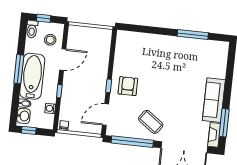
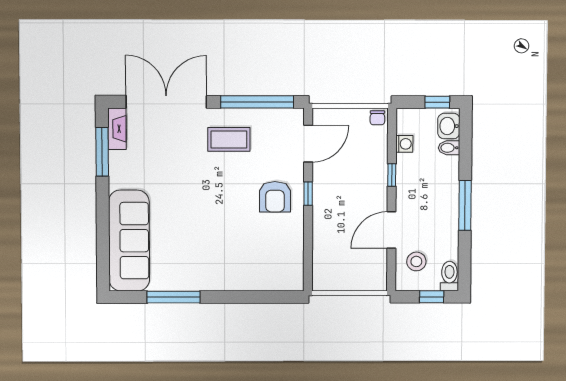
bathtub: (32, 76) -> (441, 196), removed
sofa: (214, 100) -> (129, 241), moved, width x1.36, depth x1.27
coffee table: (151, 122) -> (229, 139), turned -36

